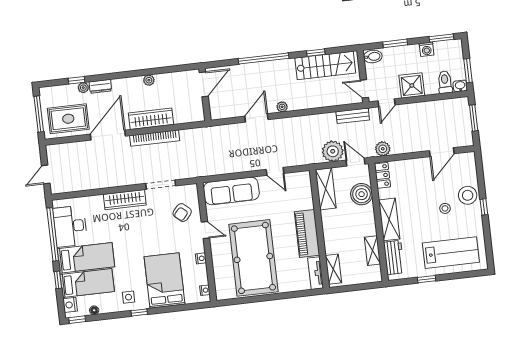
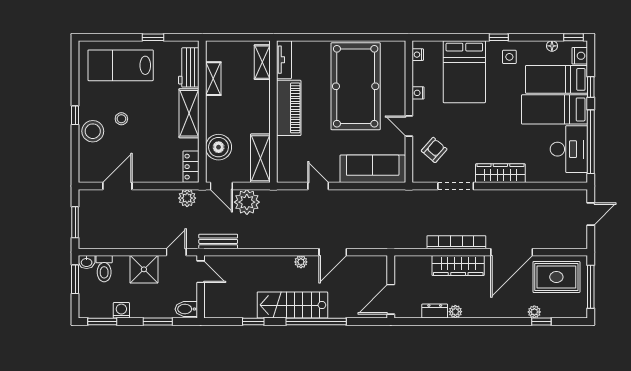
stairs: (325, 65) -> (292, 305), moved
dresser: (100, 86) -> (435, 311), moved

